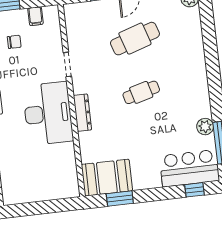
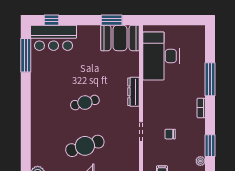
chair: (14, 42) -> (170, 134), moved
desk: (48, 113) -> (161, 56), moved
plant: (205, 127) -> (37, 69), removed

